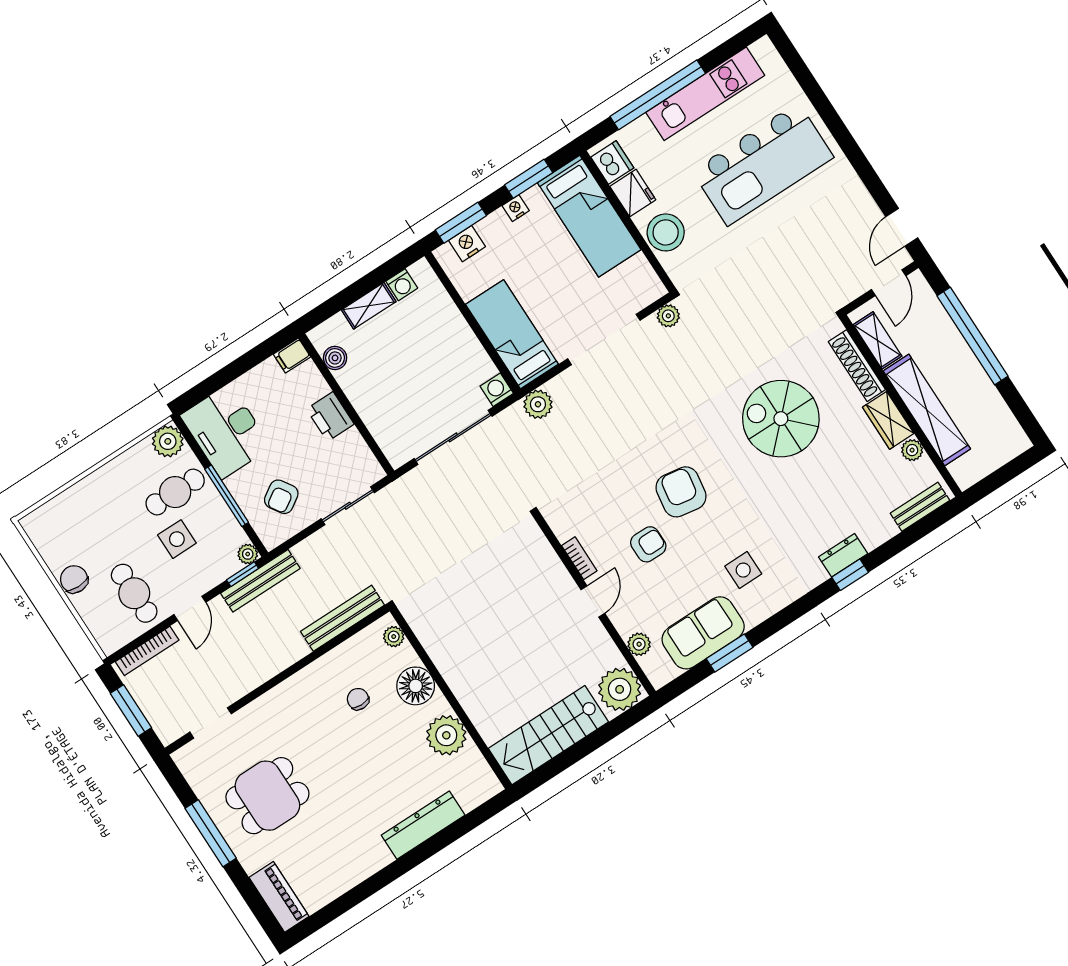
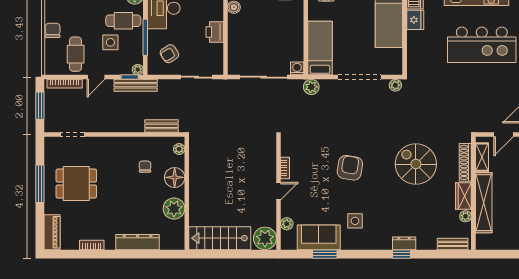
stool: (666, 232) -> (418, 47), removed
armchair: (648, 544) -> (320, 182), removed
bench: (342, 618) -> (162, 126), width x0.73
bookcase: (354, 876) -> (92, 245), added

